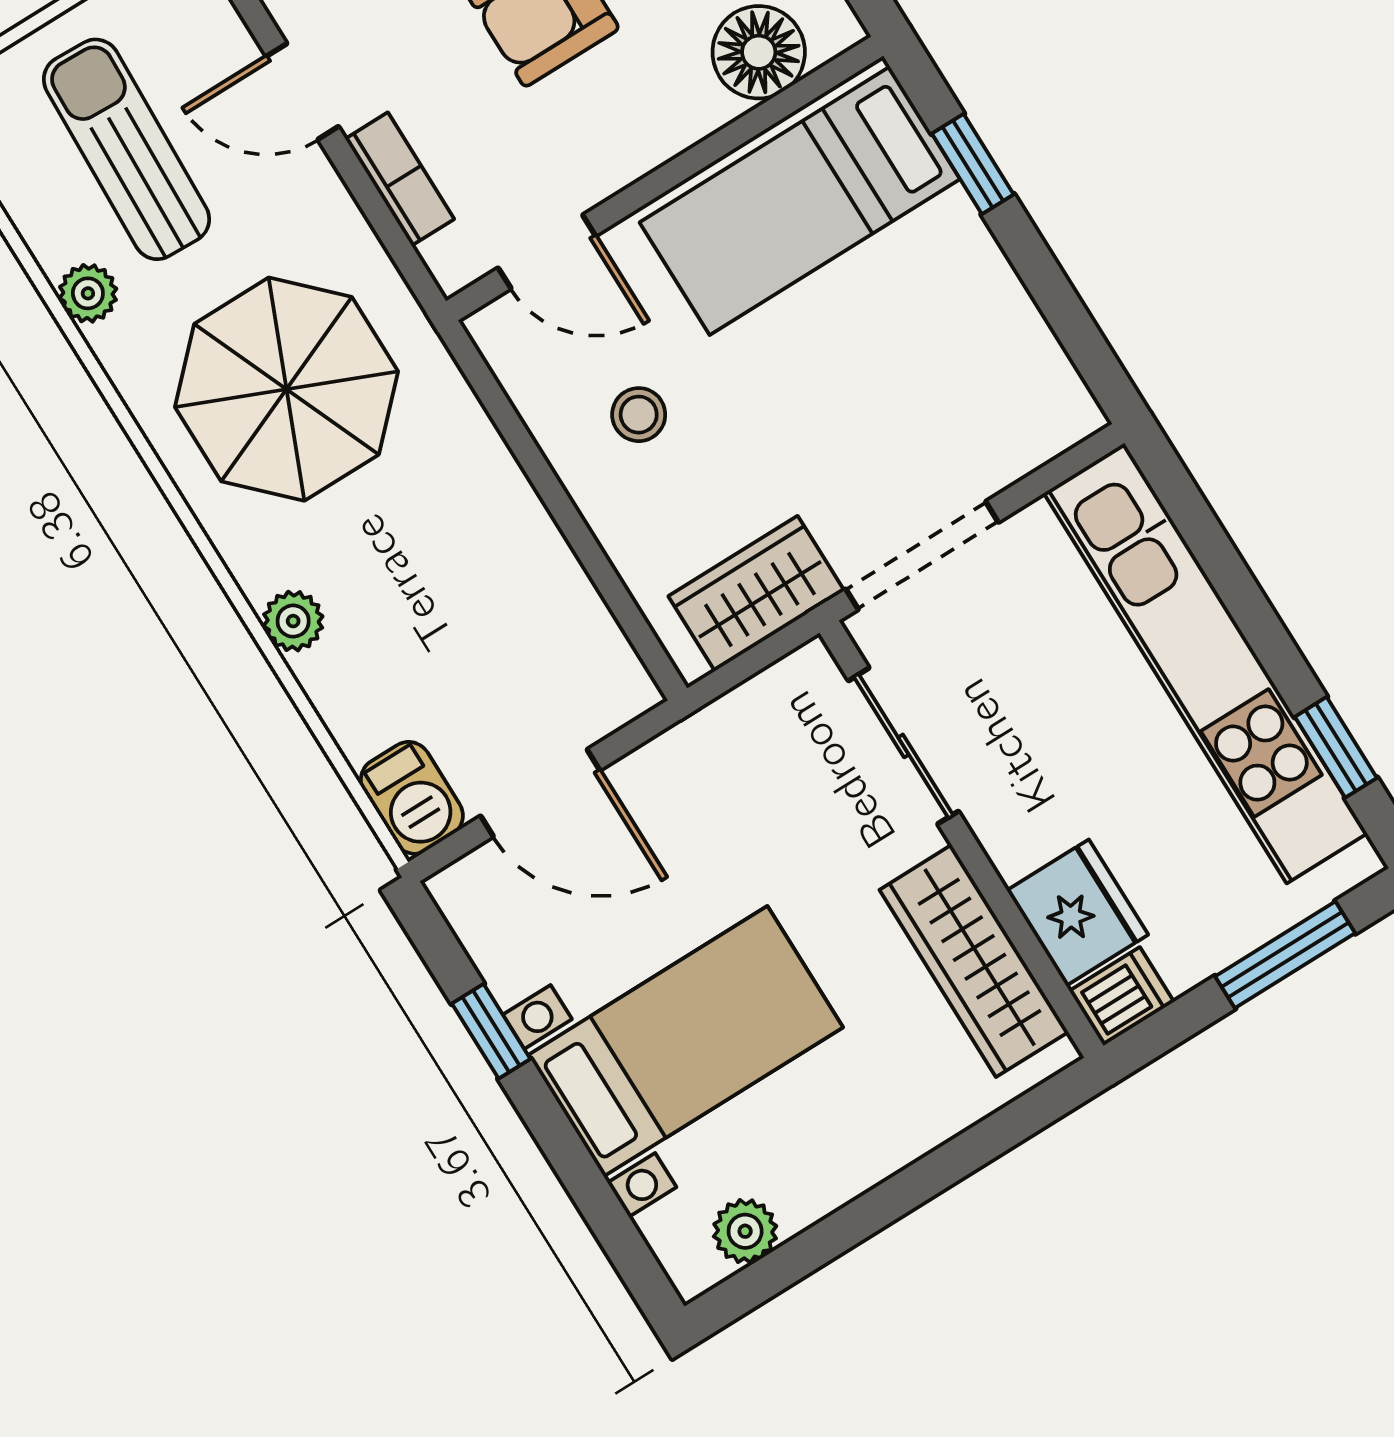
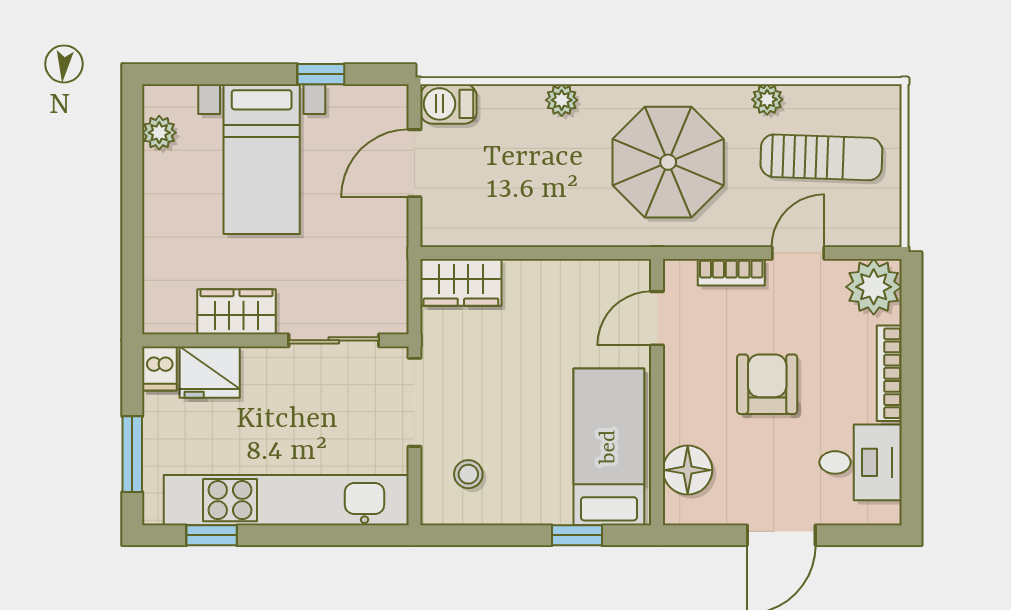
stool: (639, 415) -> (468, 474), moved
wardrobe: (756, 593) -> (461, 282), moved, turned 90
wardrobe: (974, 961) -> (237, 312), width x0.67

